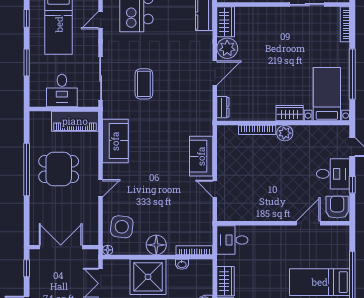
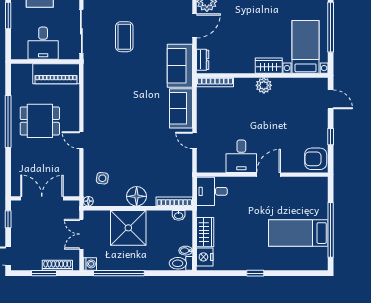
bookcase: (257, 130) -> (215, 82), moved
sofa: (115, 141) -> (180, 66), moved, turned 180
desk: (333, 174) -> (241, 156), moved, turned 90
door: (101, 188) -> (81, 140), swing flipped
armchair: (337, 207) -> (316, 159), turned -90
door: (308, 223) -> (269, 175), moved
side table: (122, 227) -> (102, 178), width x0.54, depth x0.54
washbasin: (182, 264) -> (179, 215), moved

